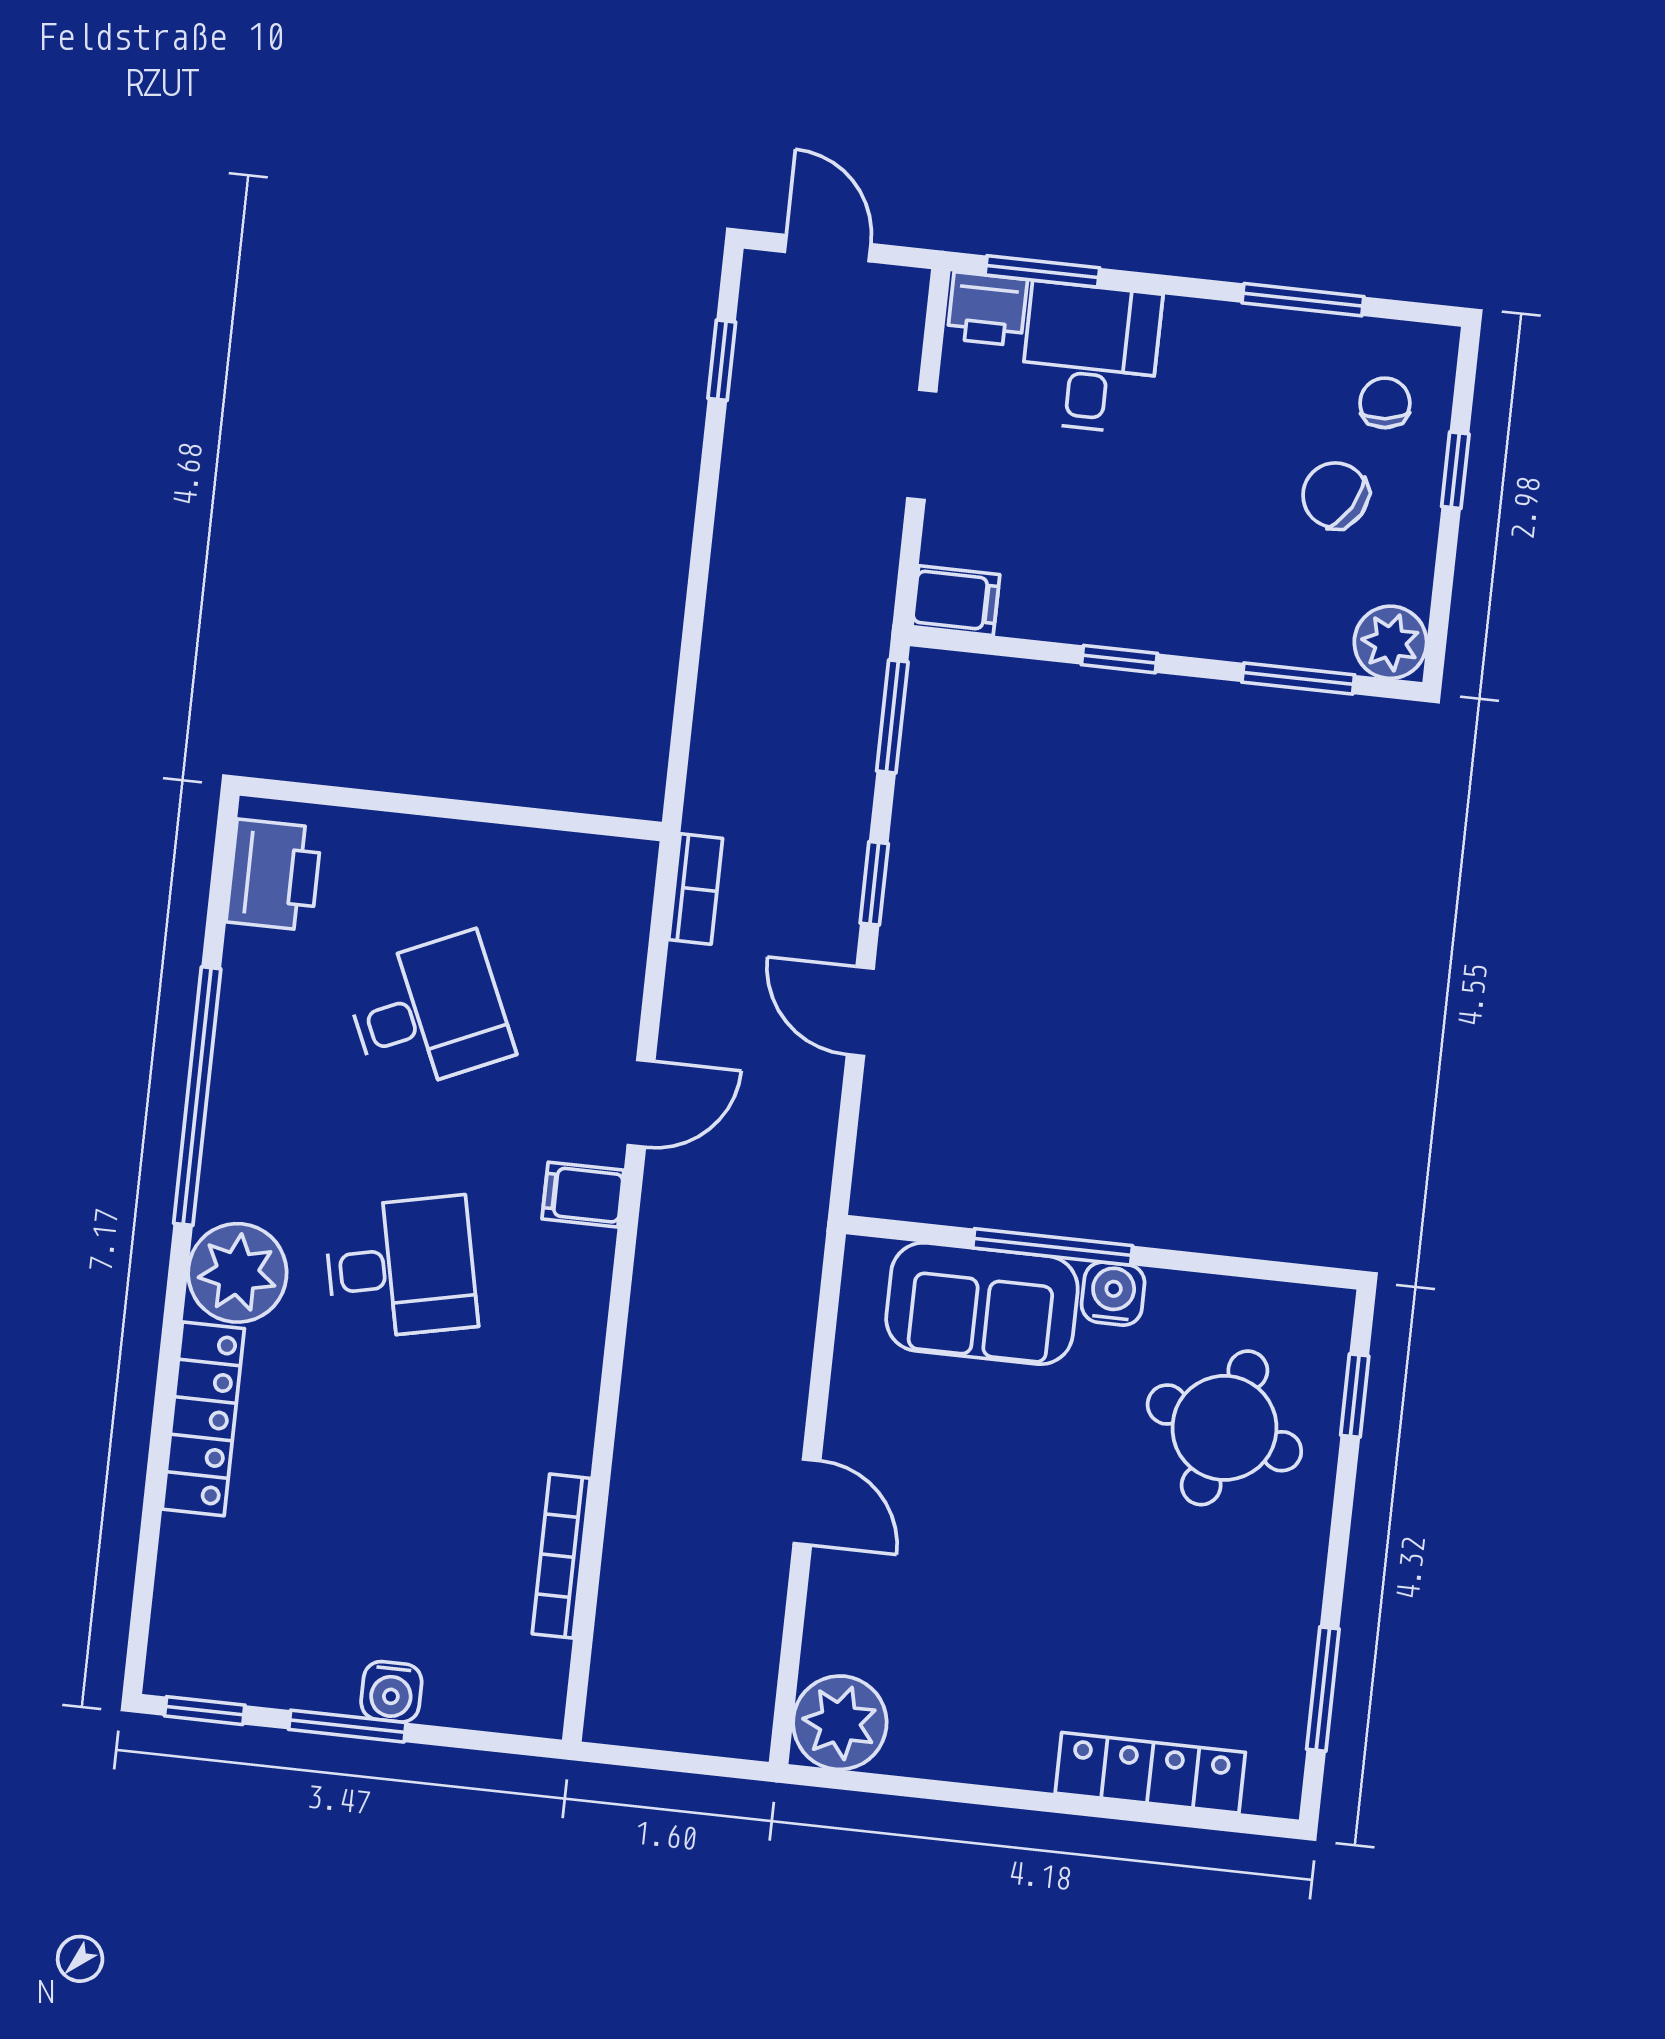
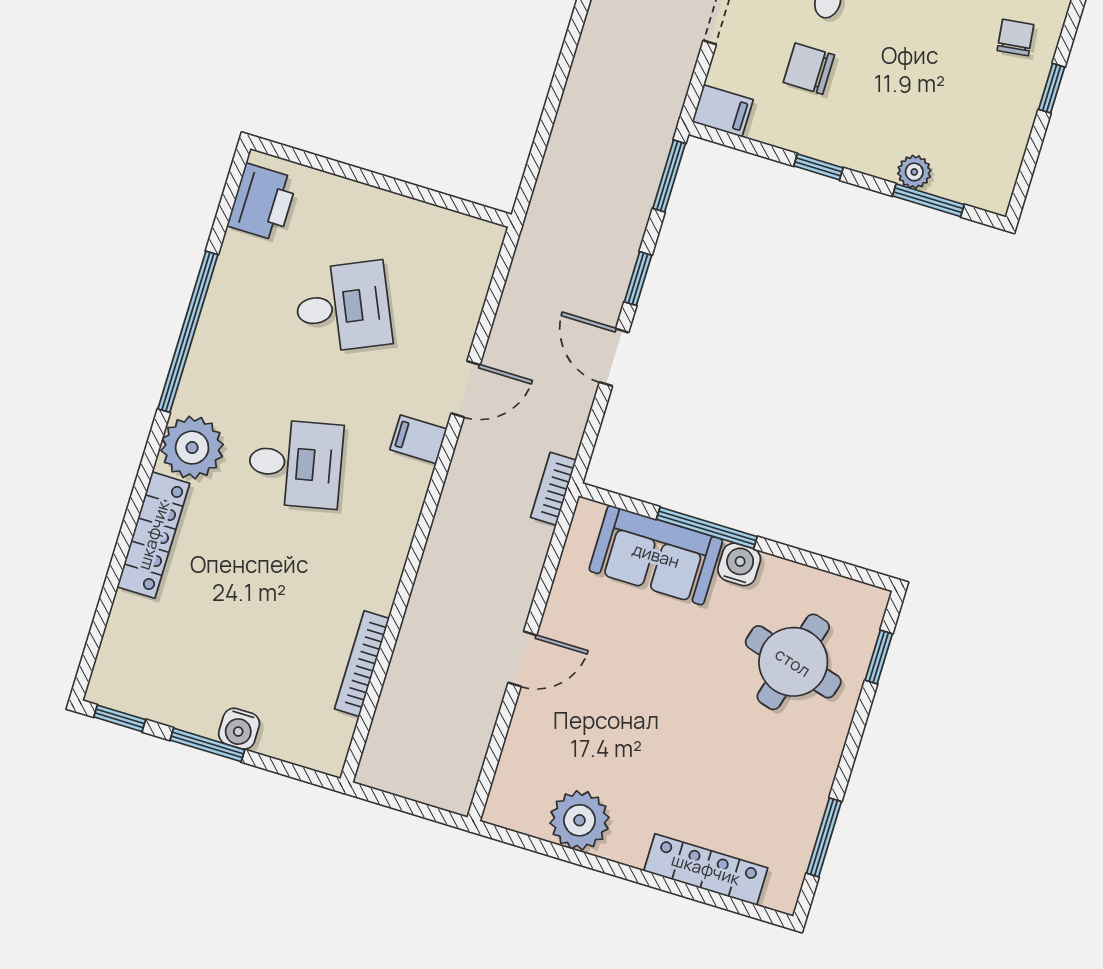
chair: (1335, 495) -> (809, 69), moved, turned -30
plant: (1390, 642) -> (914, 172), moved, width x0.73, depth x0.73
bookcase: (696, 889) -> (553, 489), moved, turned 180
door: (807, 1502) -> (522, 659), hinge flipped
plant: (840, 1723) -> (580, 820), moved

